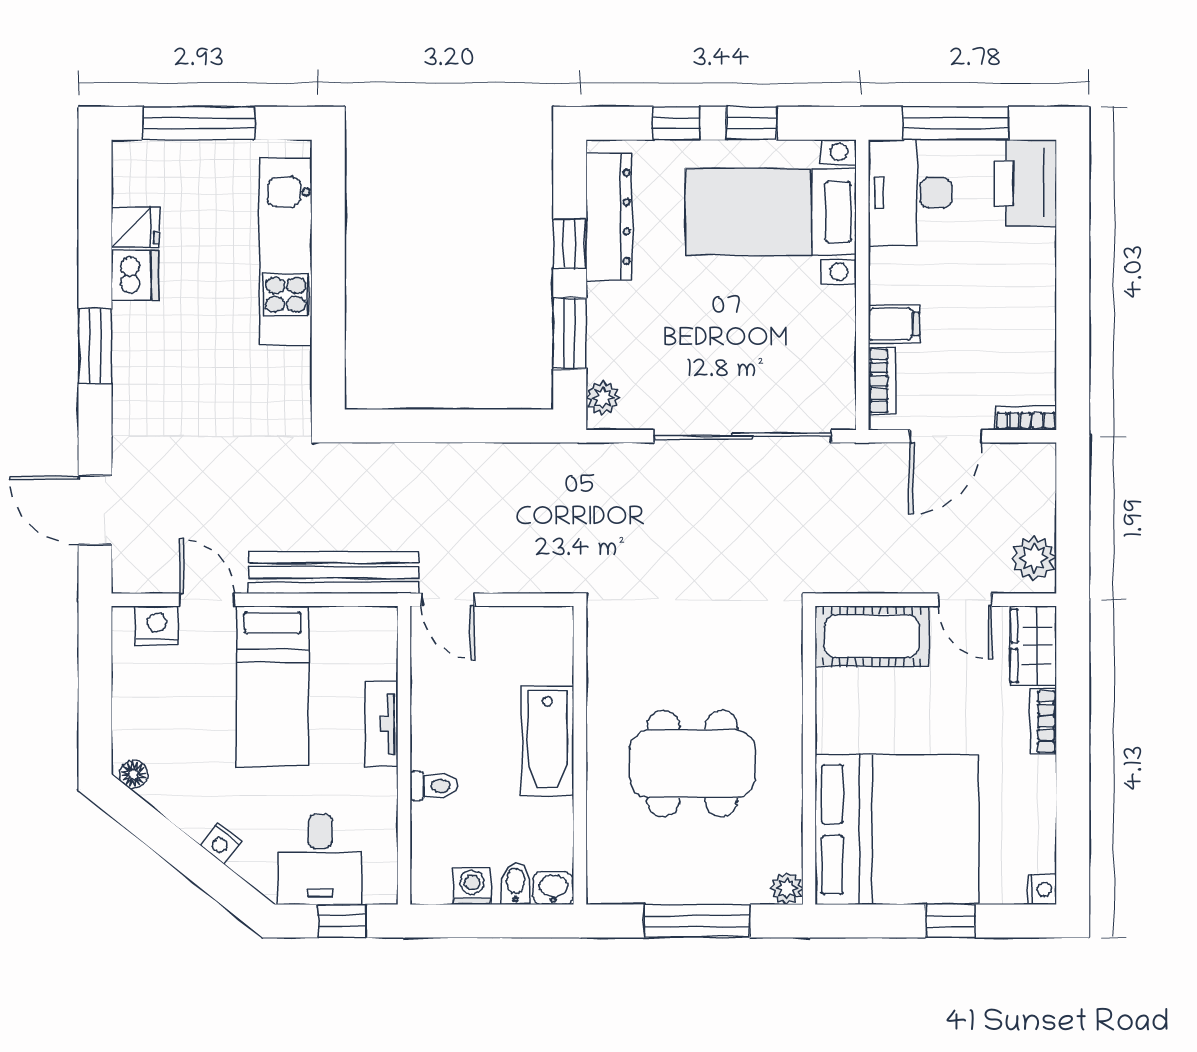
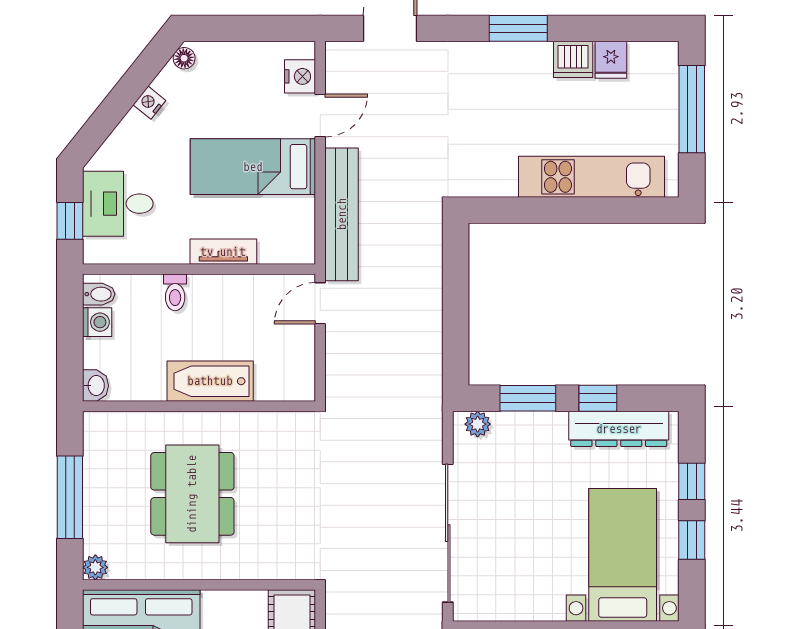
nightstand: (221, 843) -> (149, 103), moved
bidet: (516, 884) -> (99, 294), moved

